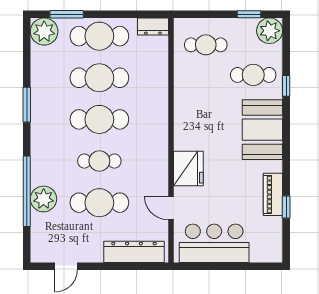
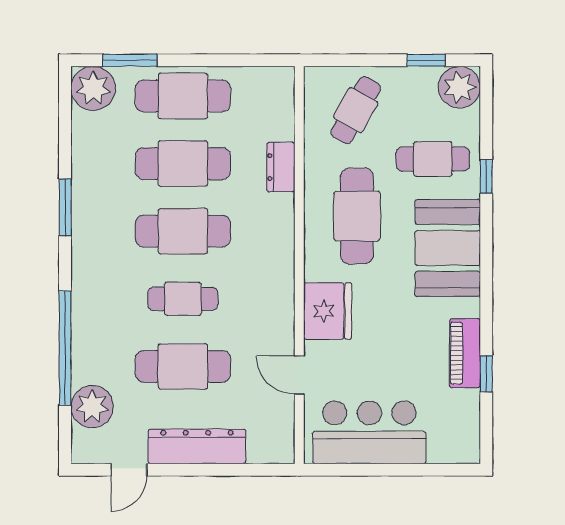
dresser: (153, 26) -> (281, 167), moved, turned 90
cafe table: (206, 45) -> (356, 110), turned -61
cafe table: (207, 110) -> (357, 216), added
plant: (44, 199) -> (92, 407), moved
dresser: (134, 252) -> (197, 446), moved

